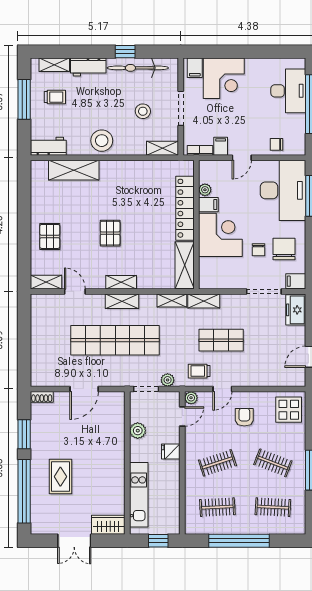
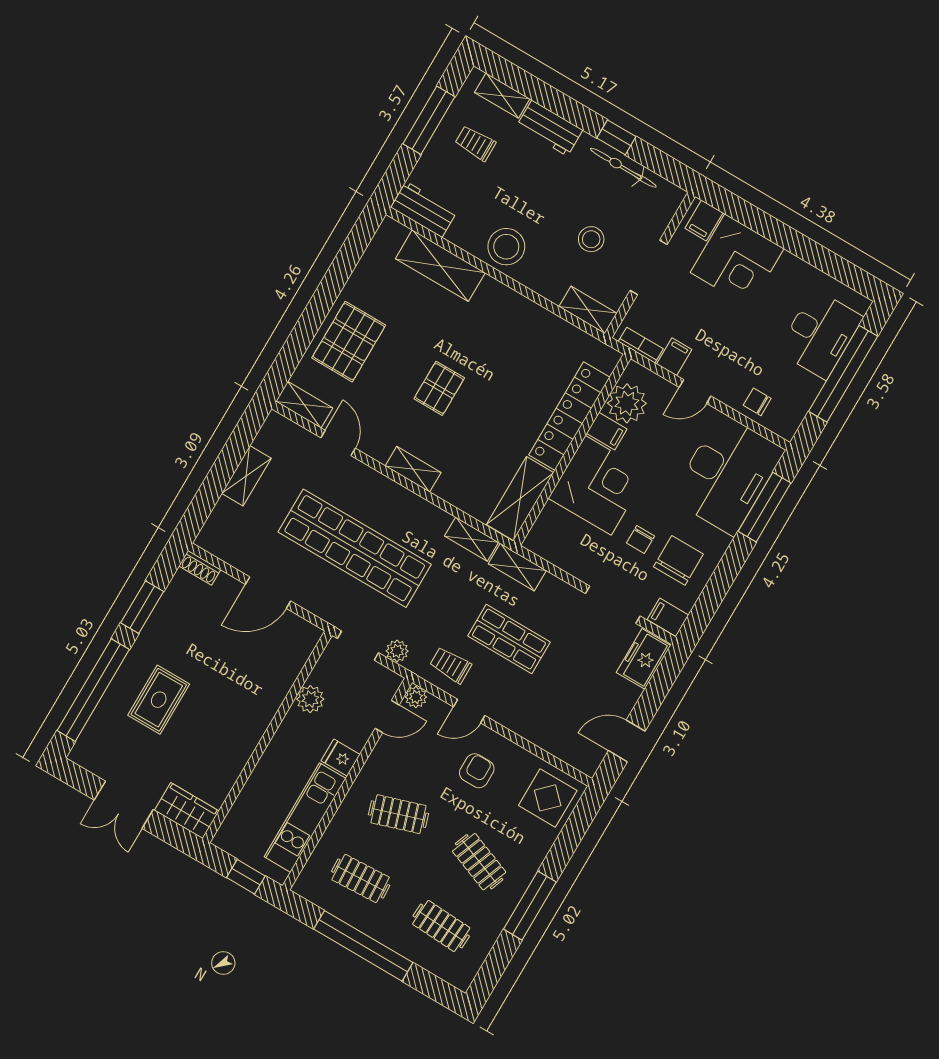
bicycle: (138, 68) -> (623, 168), width x0.73, depth x0.71
trolley: (55, 97) -> (475, 143), turned 180
plant: (205, 190) -> (627, 403), width x1.88, depth x1.88
pallet: (50, 236) -> (349, 342), width x1.50, depth x1.42
shelving: (122, 301) -> (246, 476), moved, turned 90
kitchen unit: (139, 495) -> (305, 818), moved, turned 180

